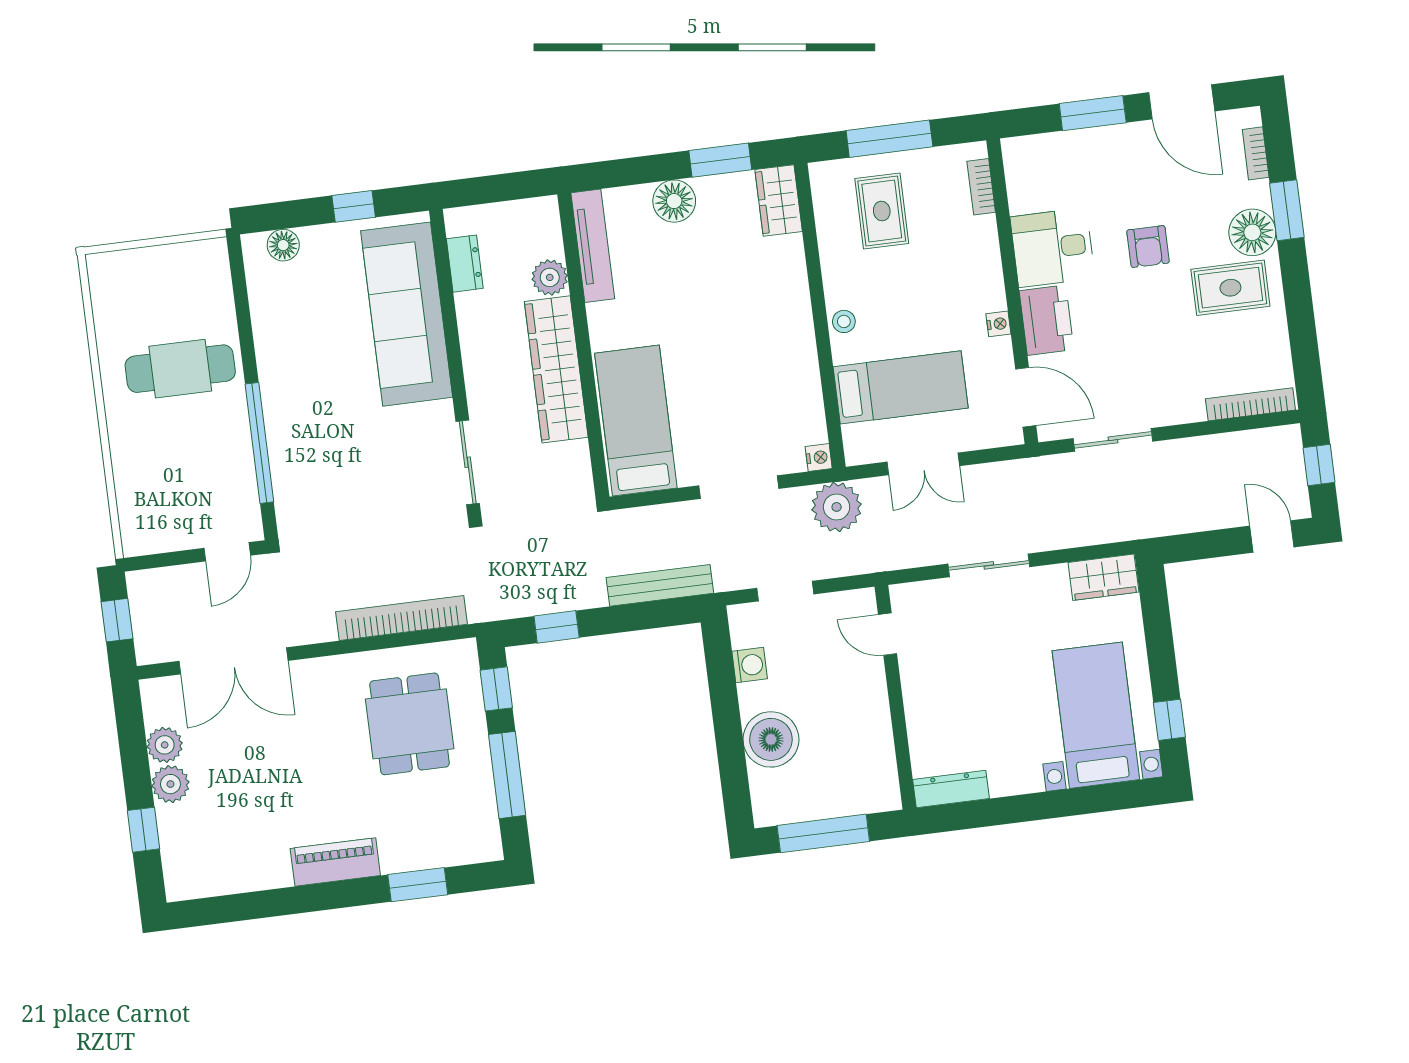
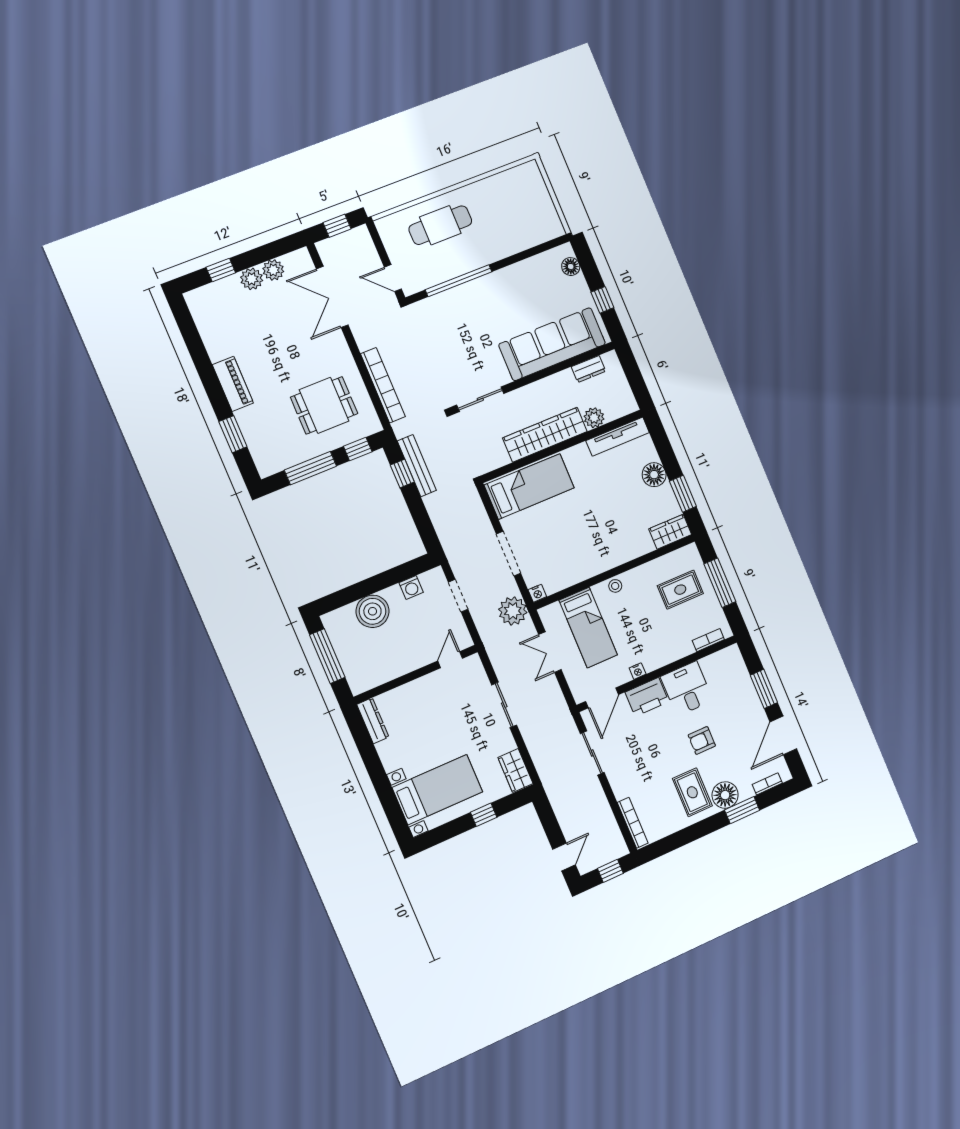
cafe table: (180, 369) -> (440, 225), moved, turned 90
bench: (660, 585) -> (417, 466), moved
window: (1169, 720) -> (484, 815), moved

